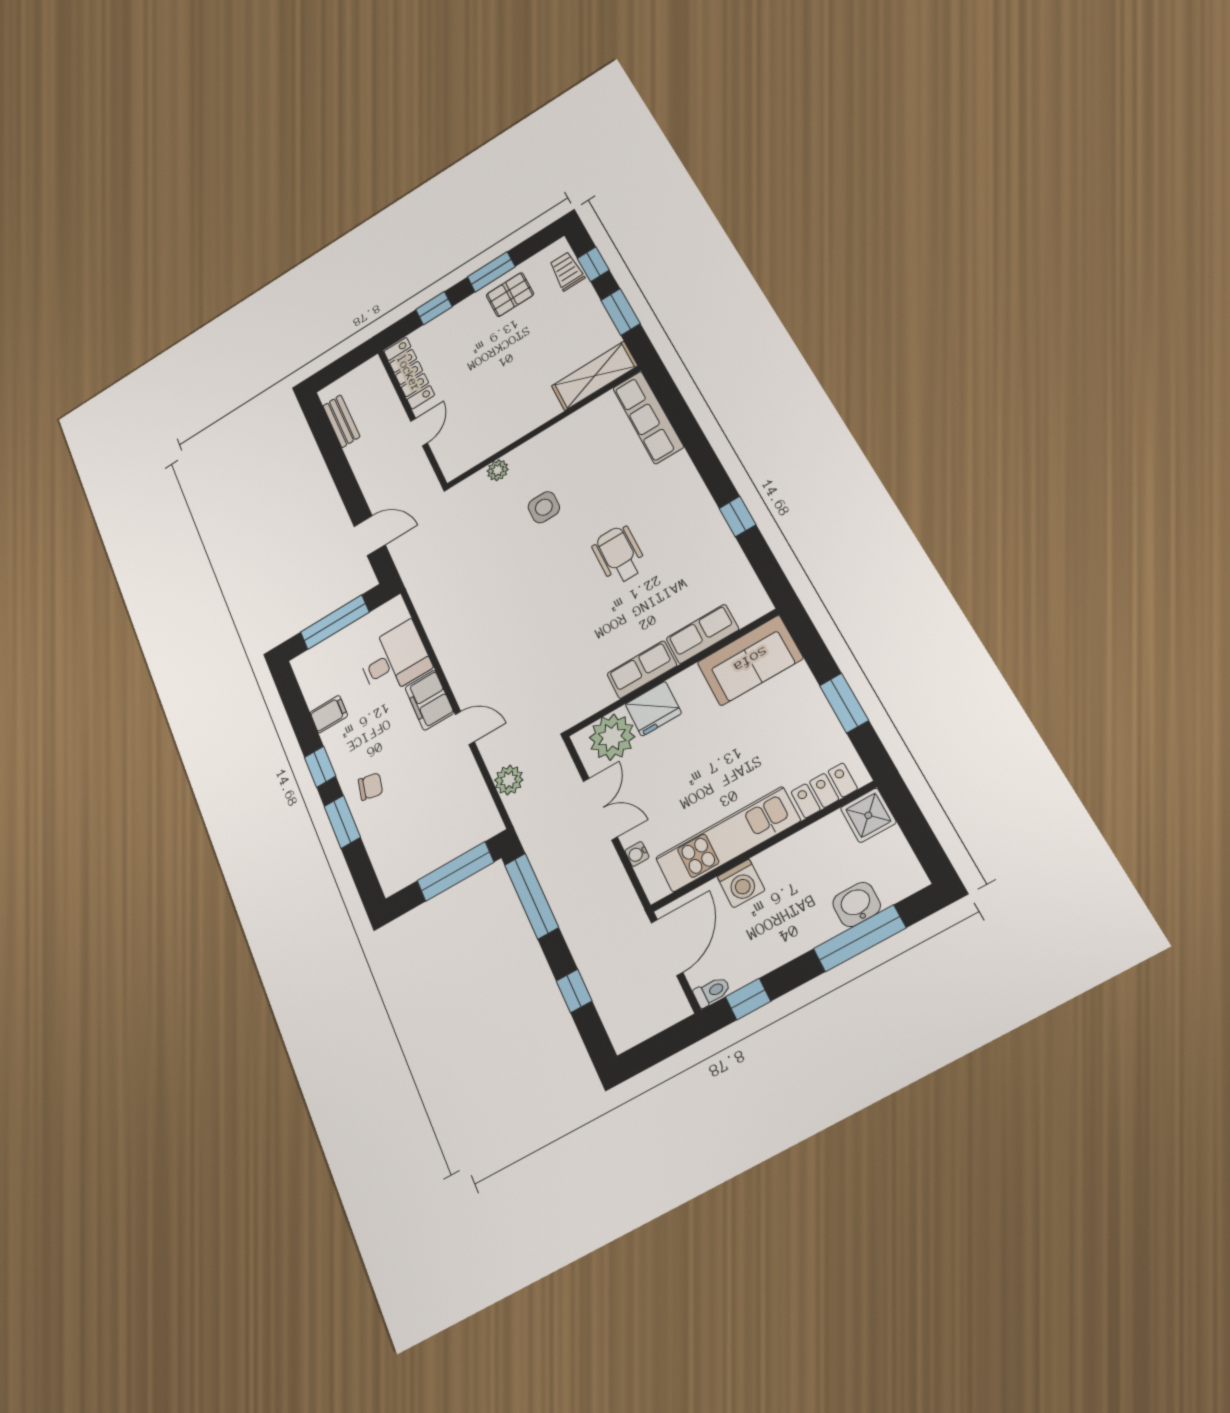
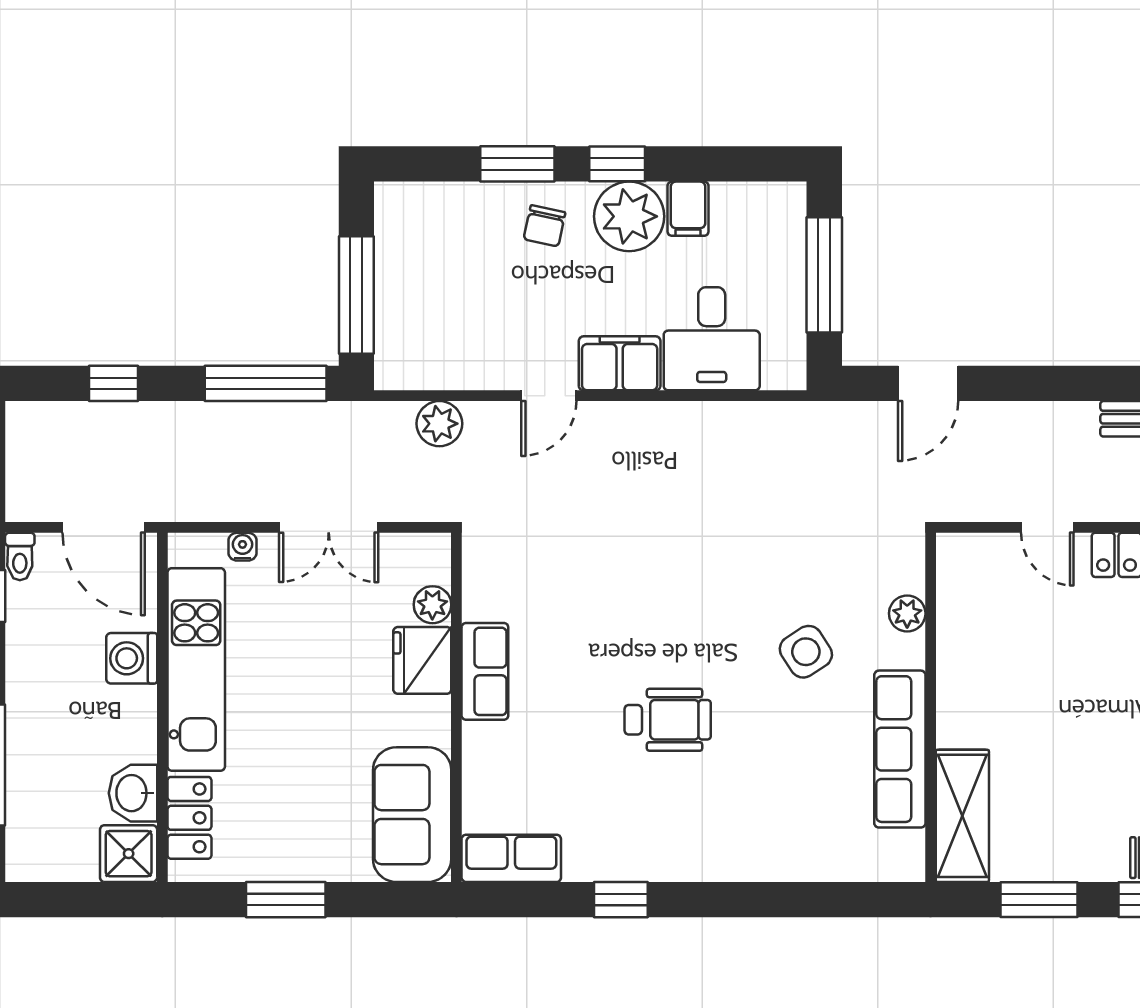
row of seats: (648, 417) -> (900, 749), moved, turned -90
side table: (544, 507) -> (806, 652), turned -33
row of seats: (702, 634) -> (511, 858), moved, turned -90
plant: (612, 737) -> (432, 605), width x0.53, depth x0.53
plant: (346, 743) -> (629, 216), added
washbasin: (857, 904) -> (133, 793), moved, turned 180

